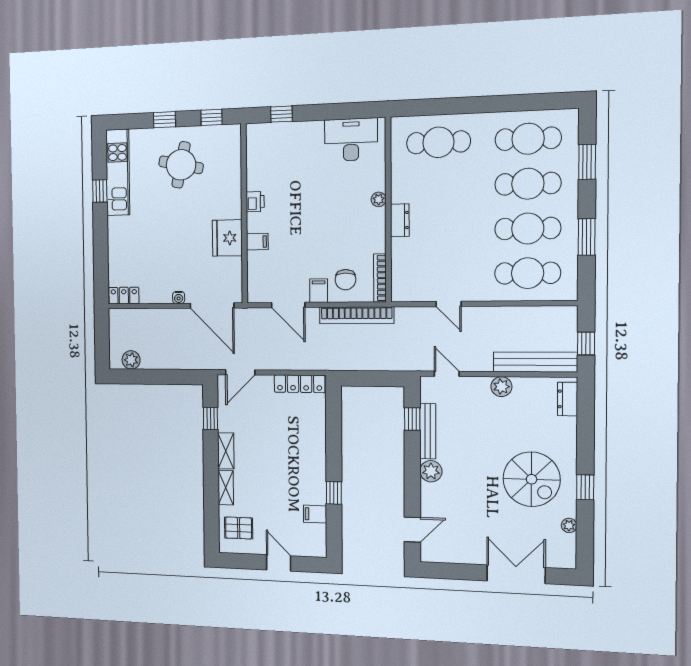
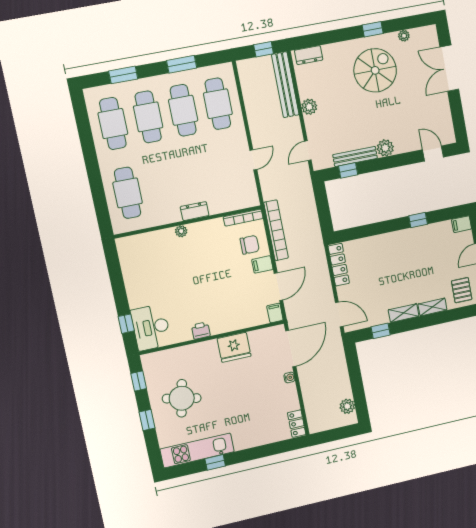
desk: (351, 140) -> (151, 327), moved
filing cabinet: (257, 242) -> (275, 313), moved
filing cabinet: (315, 514) -> (462, 224), moved, turned 90

